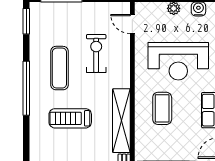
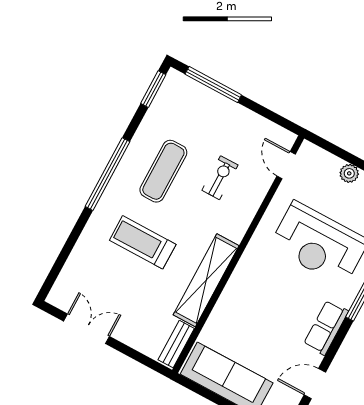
exercise bike: (96, 53) -> (220, 178), width x0.73, depth x0.72
coffee table: (162, 108) -> (266, 293), removed

